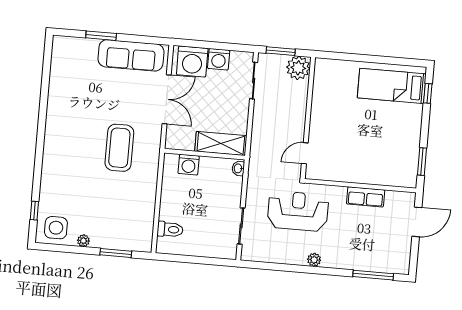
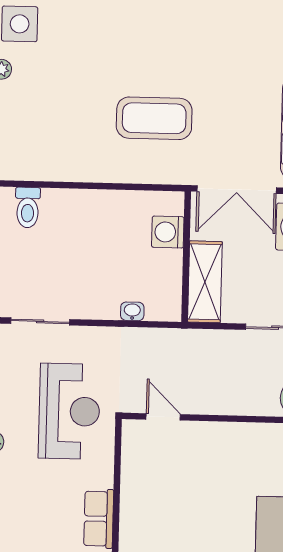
shelving: (221, 144) -> (205, 282), moved
wall: (205, 154) -> (186, 257), moved
washing machine: (189, 165) -> (168, 232), moved

